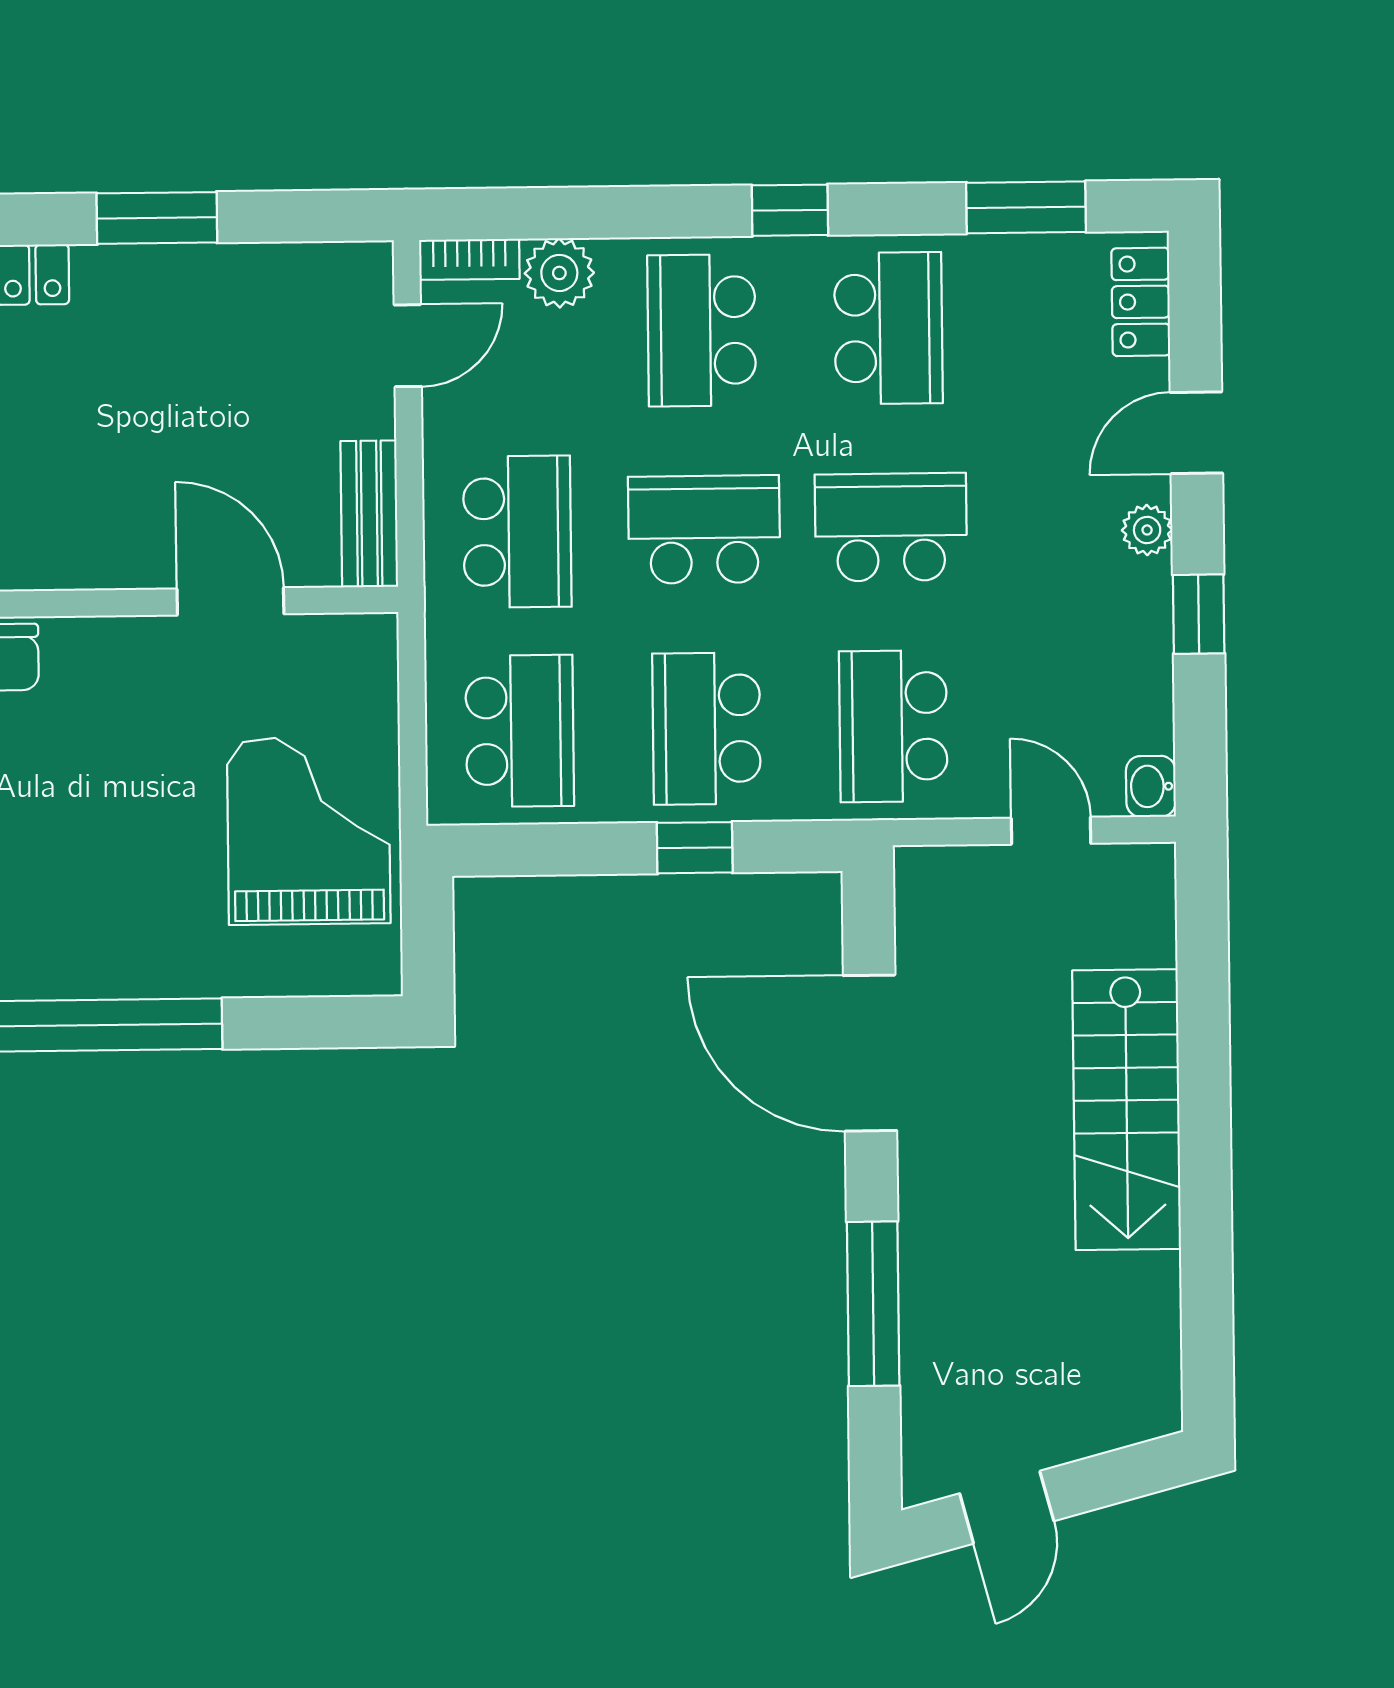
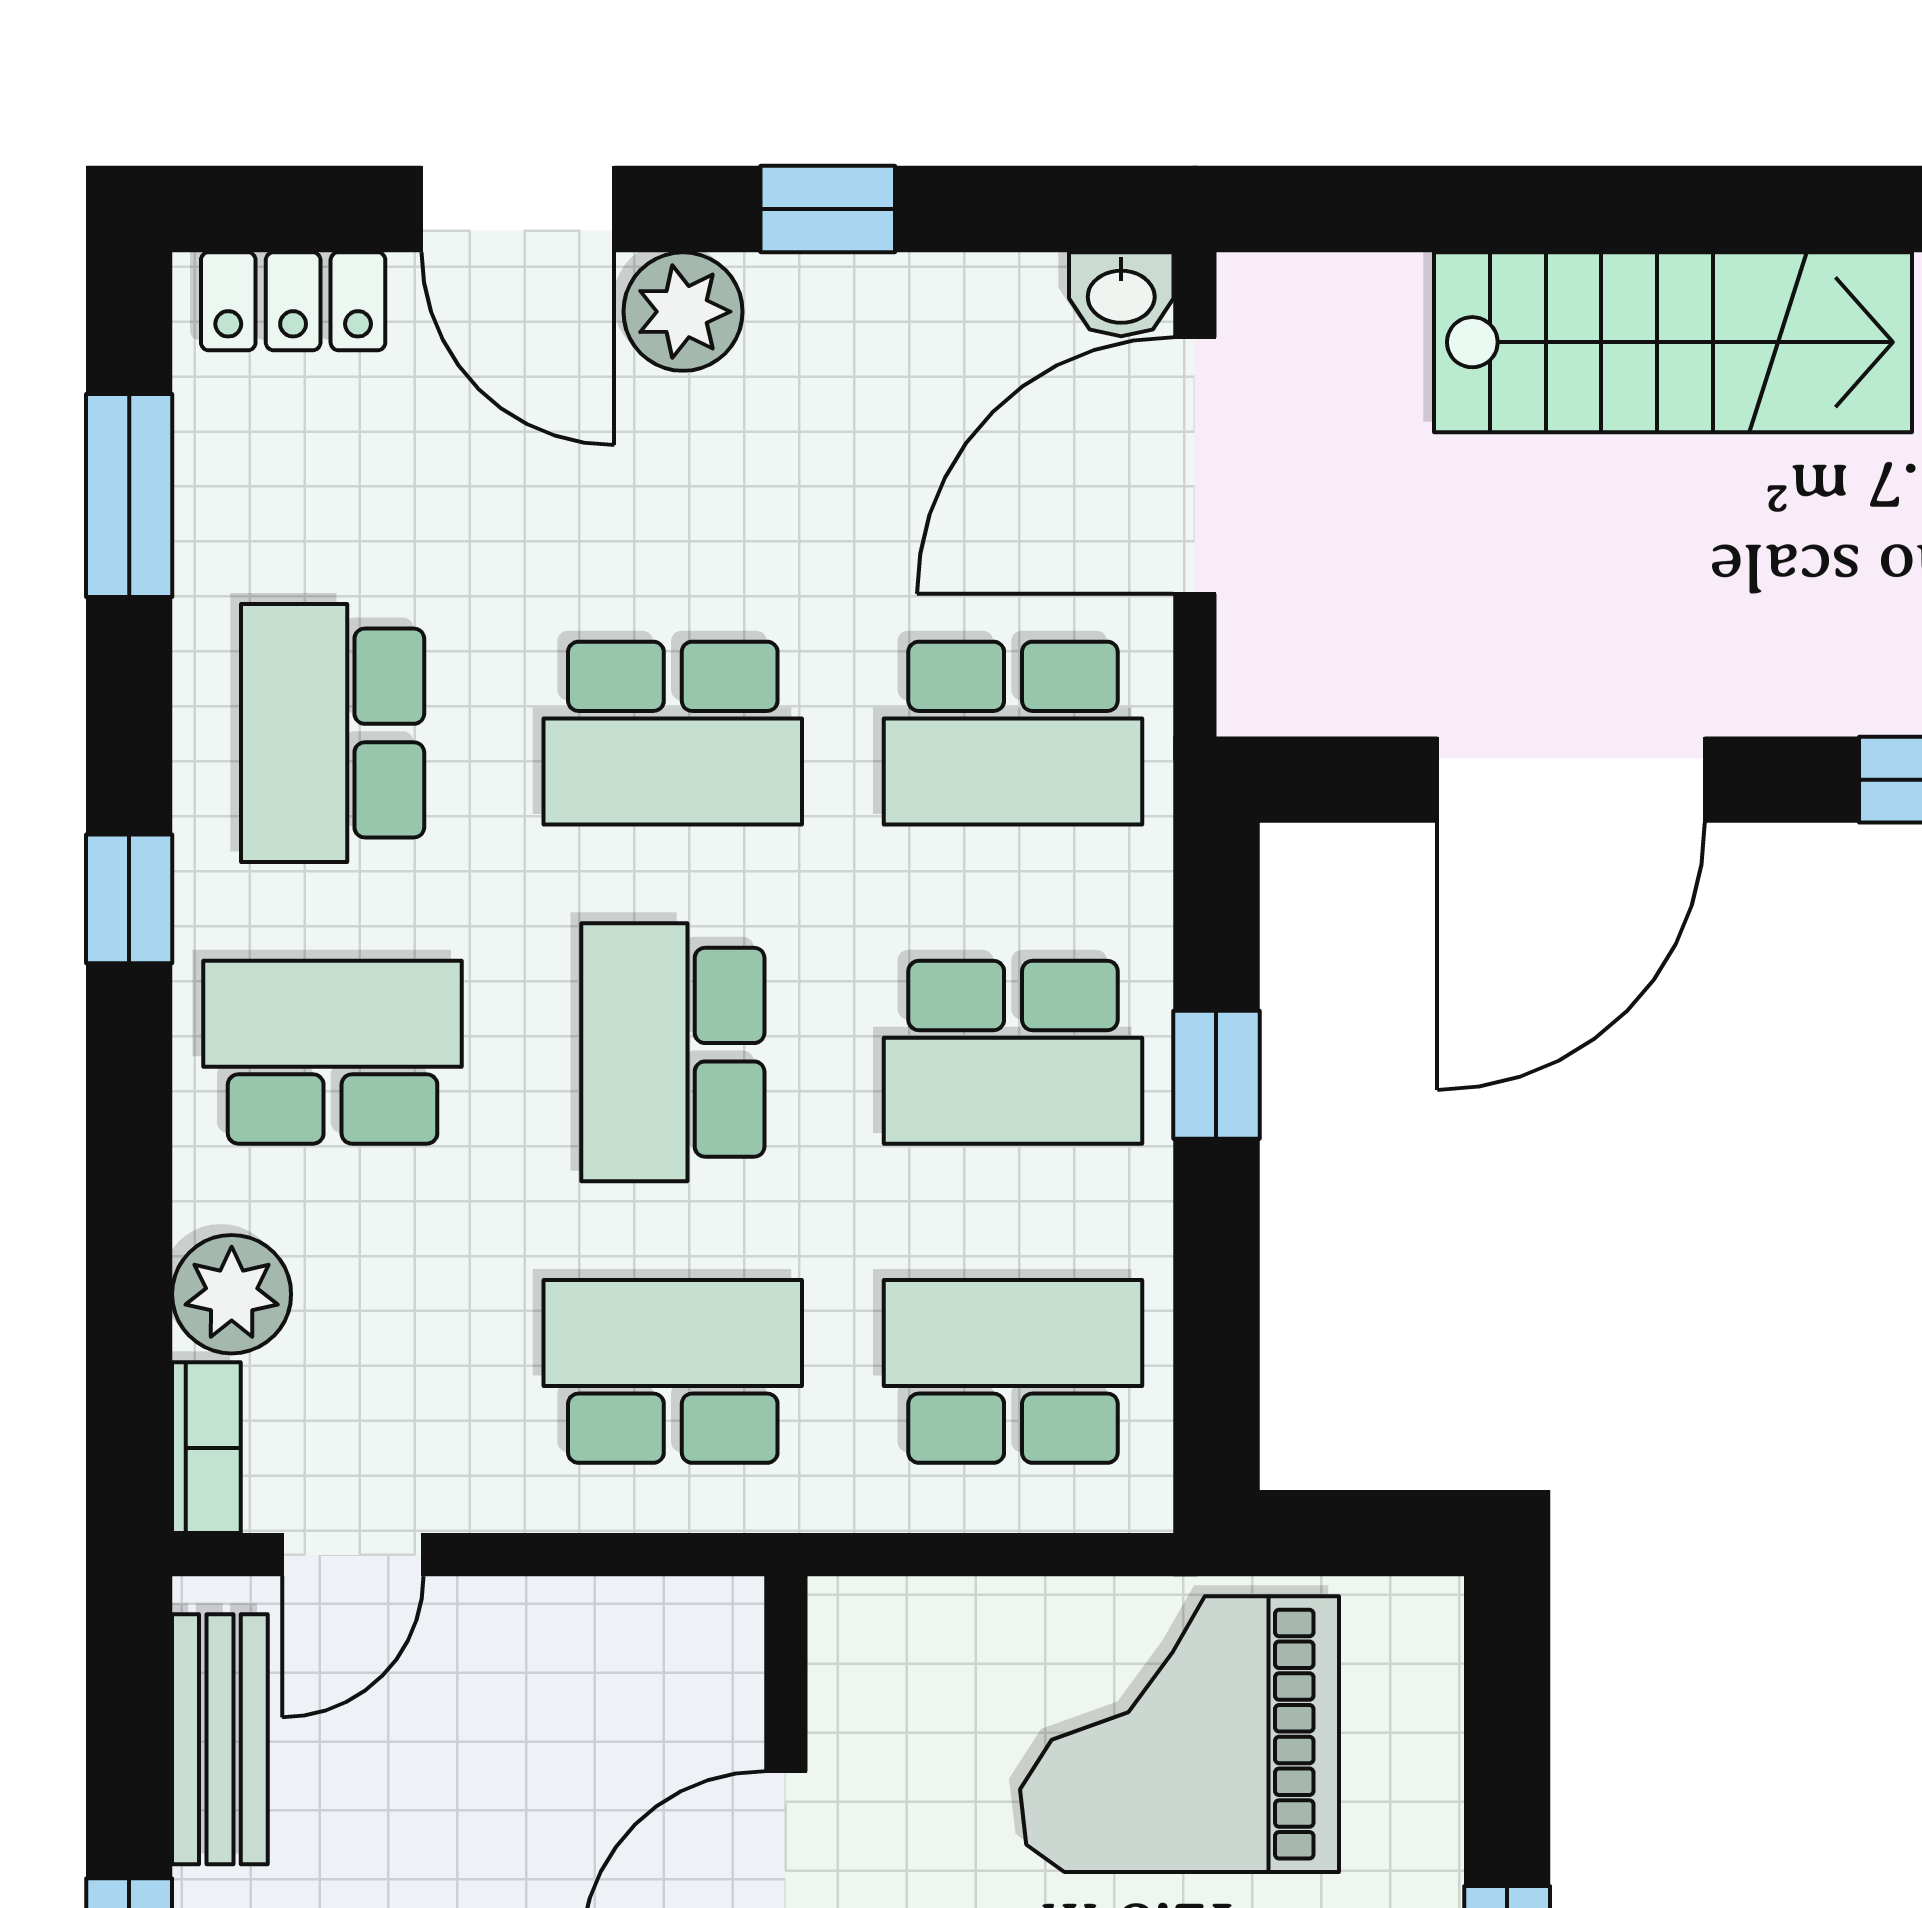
school desk: (888, 328) -> (333, 733), turned -90
school desk: (702, 330) -> (333, 1052), turned 180
door: (408, 346) -> (353, 1555), swing flipped
door: (1196, 433) -> (518, 209), width x1.38
bench: (369, 514) -> (220, 1739), moved, turned 90
school desk: (891, 527) -> (673, 733), turned -90
plant: (1147, 530) -> (683, 312), width x1.38, depth x1.38
door: (1051, 831) -> (1195, 466), width x1.88

